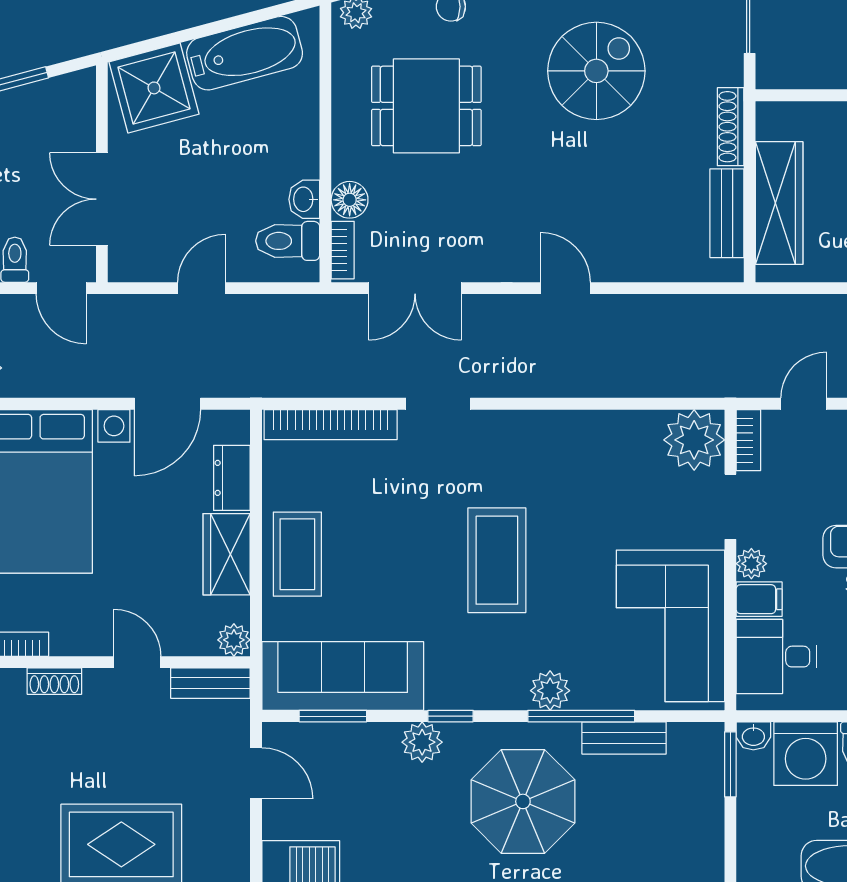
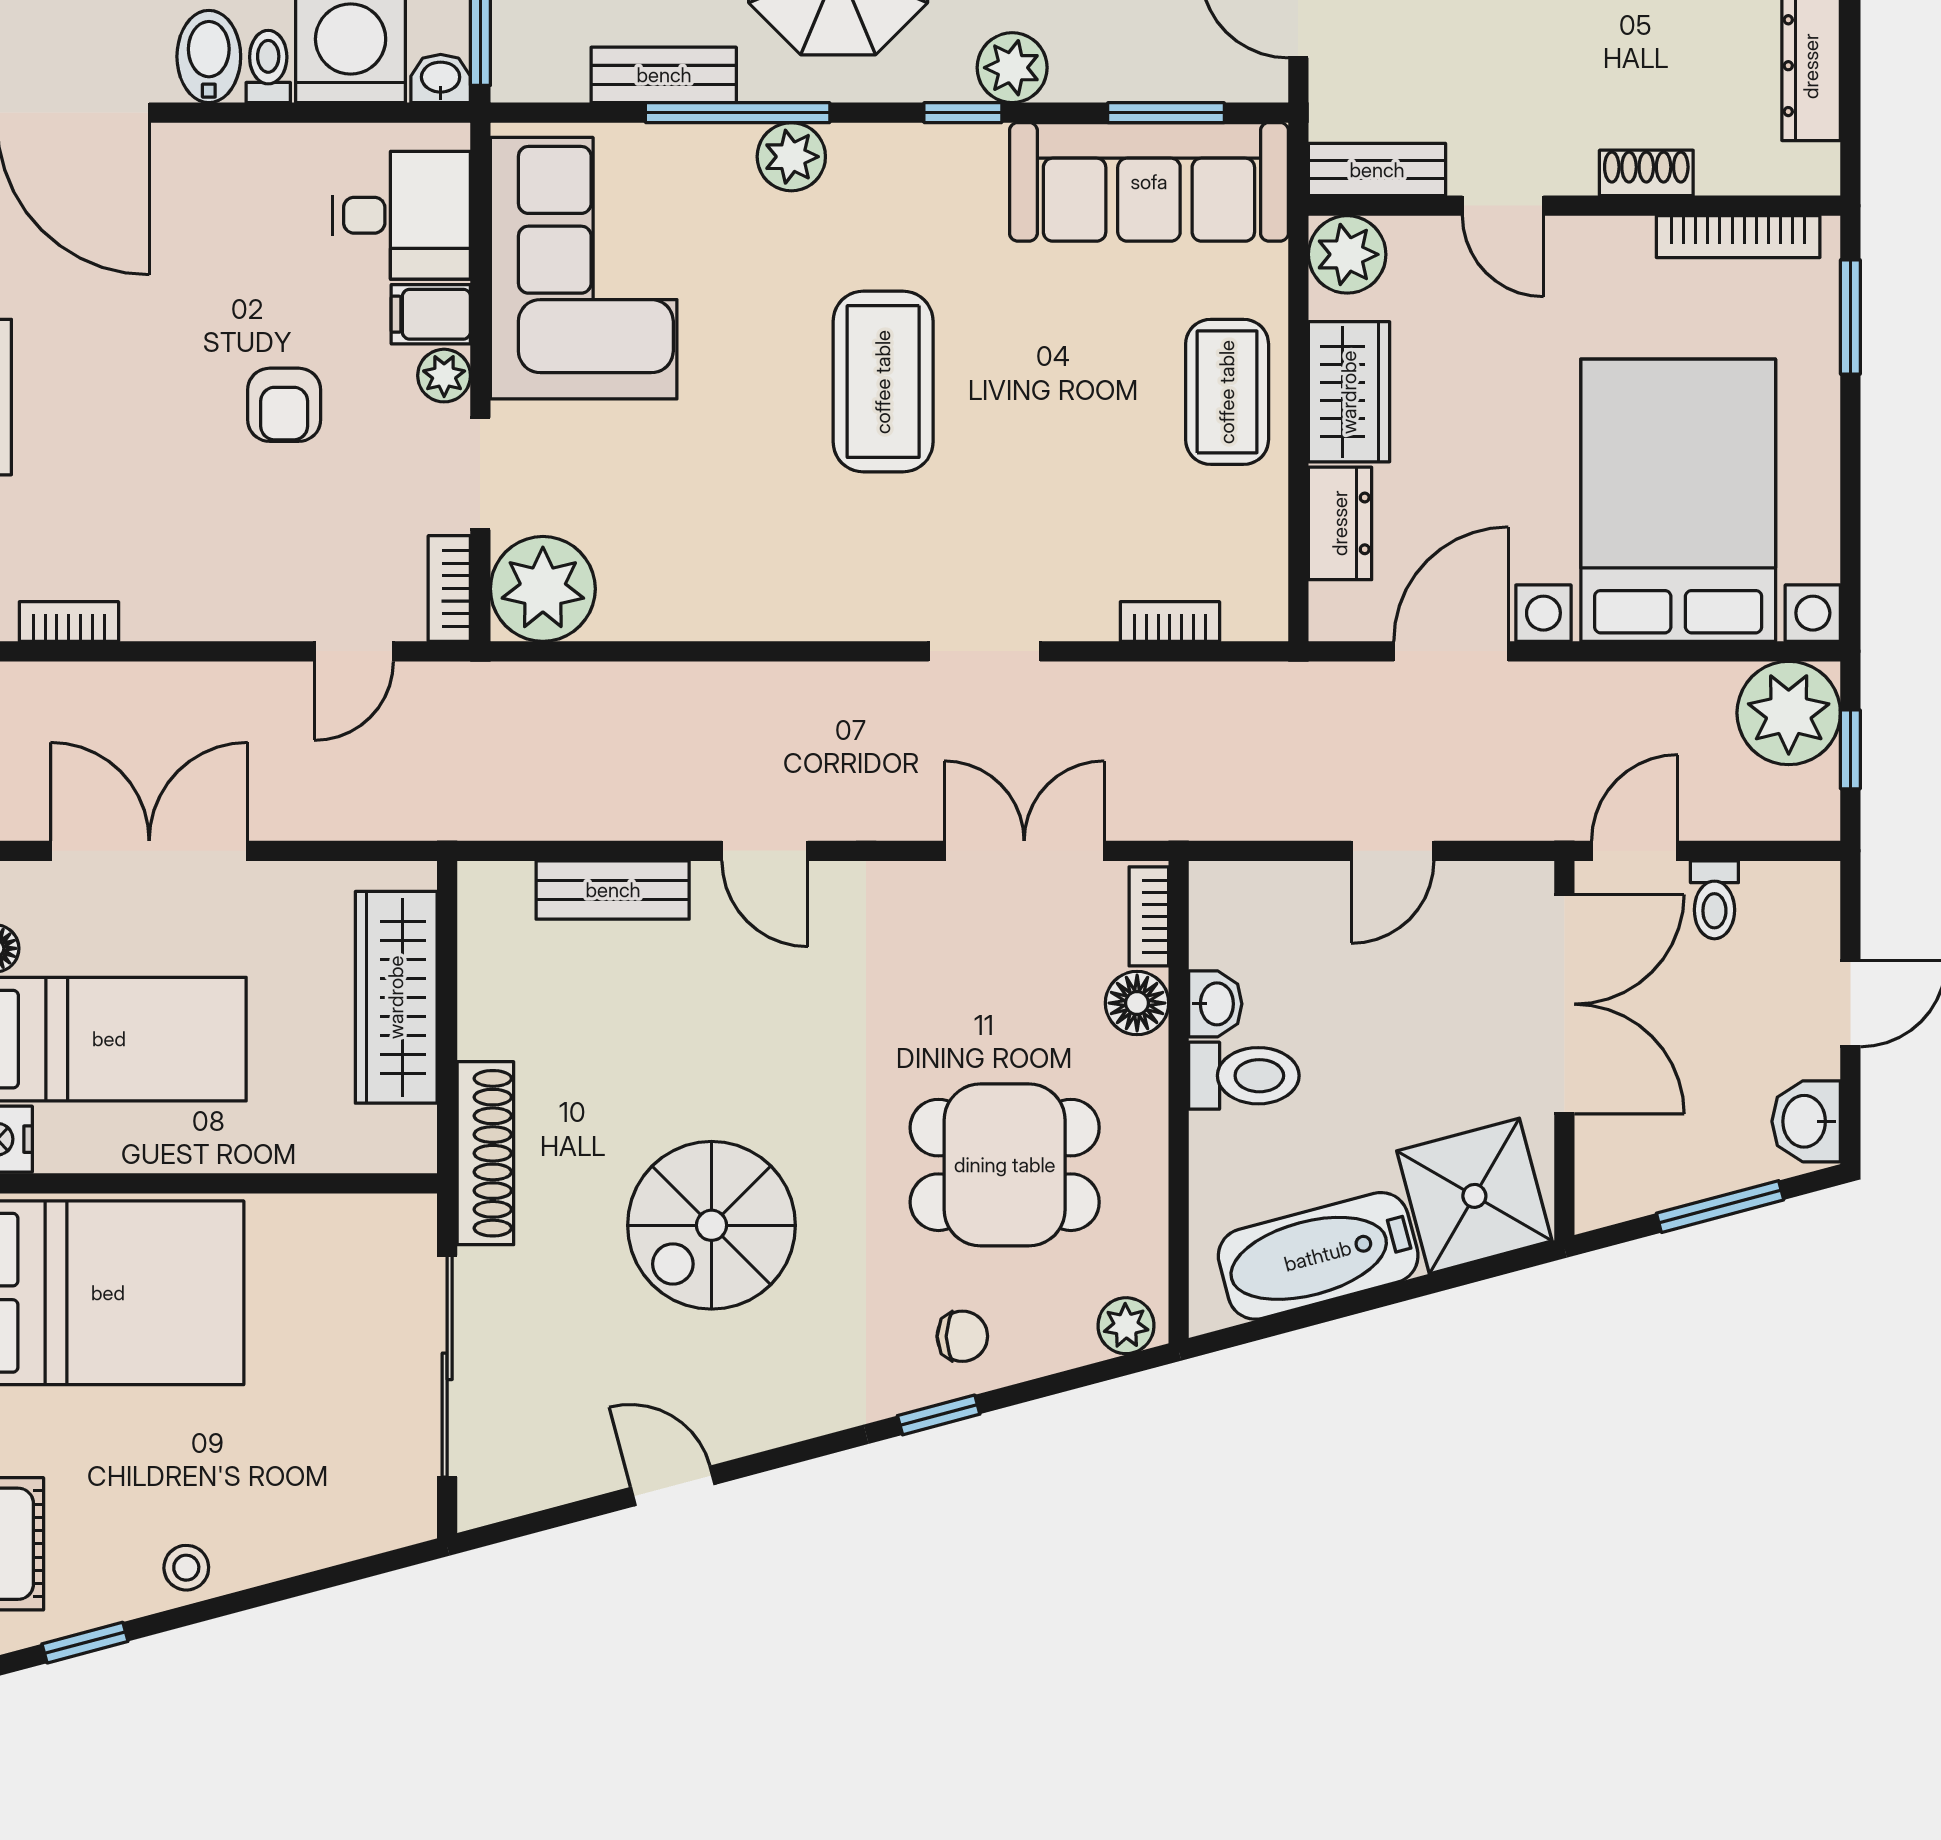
shoe rack: (731, 127) -> (485, 1153), width x1.36, depth x1.24
double door: (102, 199) -> (1564, 1004), width x1.37
bench: (727, 213) -> (613, 890), moved, turned 90
toilet: (288, 241) -> (1244, 1076), moved
door: (61, 288) -> (1635, 851), hinge flipped
bookcase: (331, 425) -> (1170, 621), width x0.43, depth x0.76
plant: (234, 640) -> (1347, 254), width x1.38, depth x1.38

